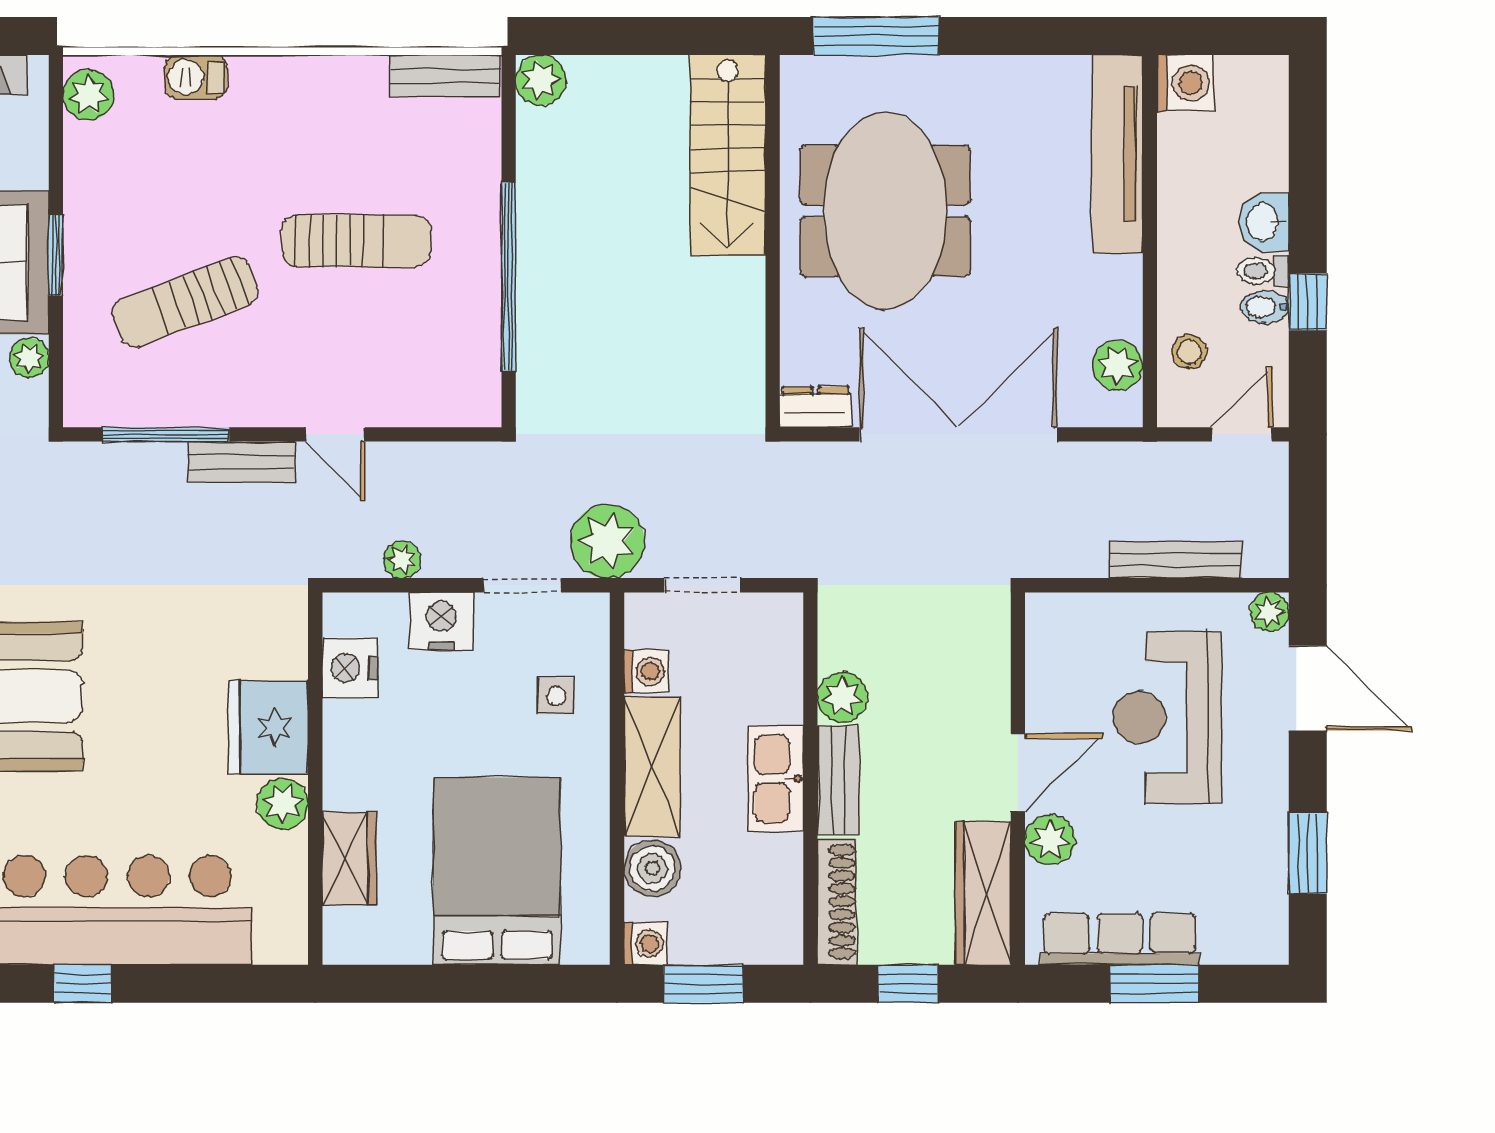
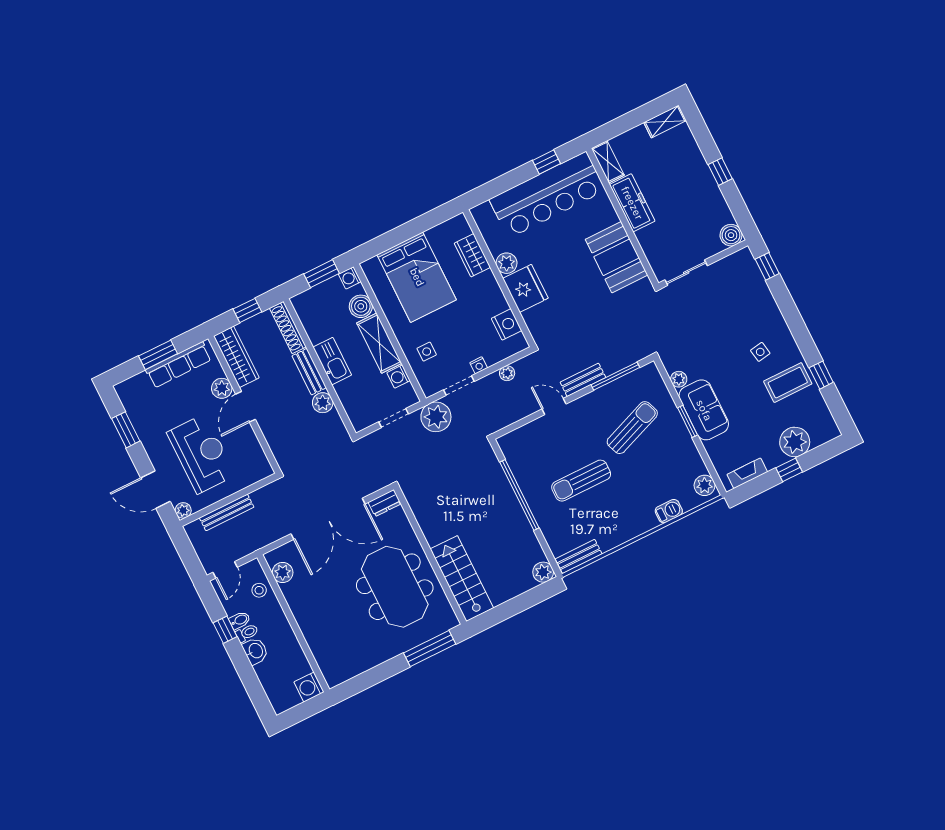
tv unit: (1117, 154) -> (321, 649), removed
nightstand: (441, 621) -> (479, 365), width x0.53, depth x0.56

